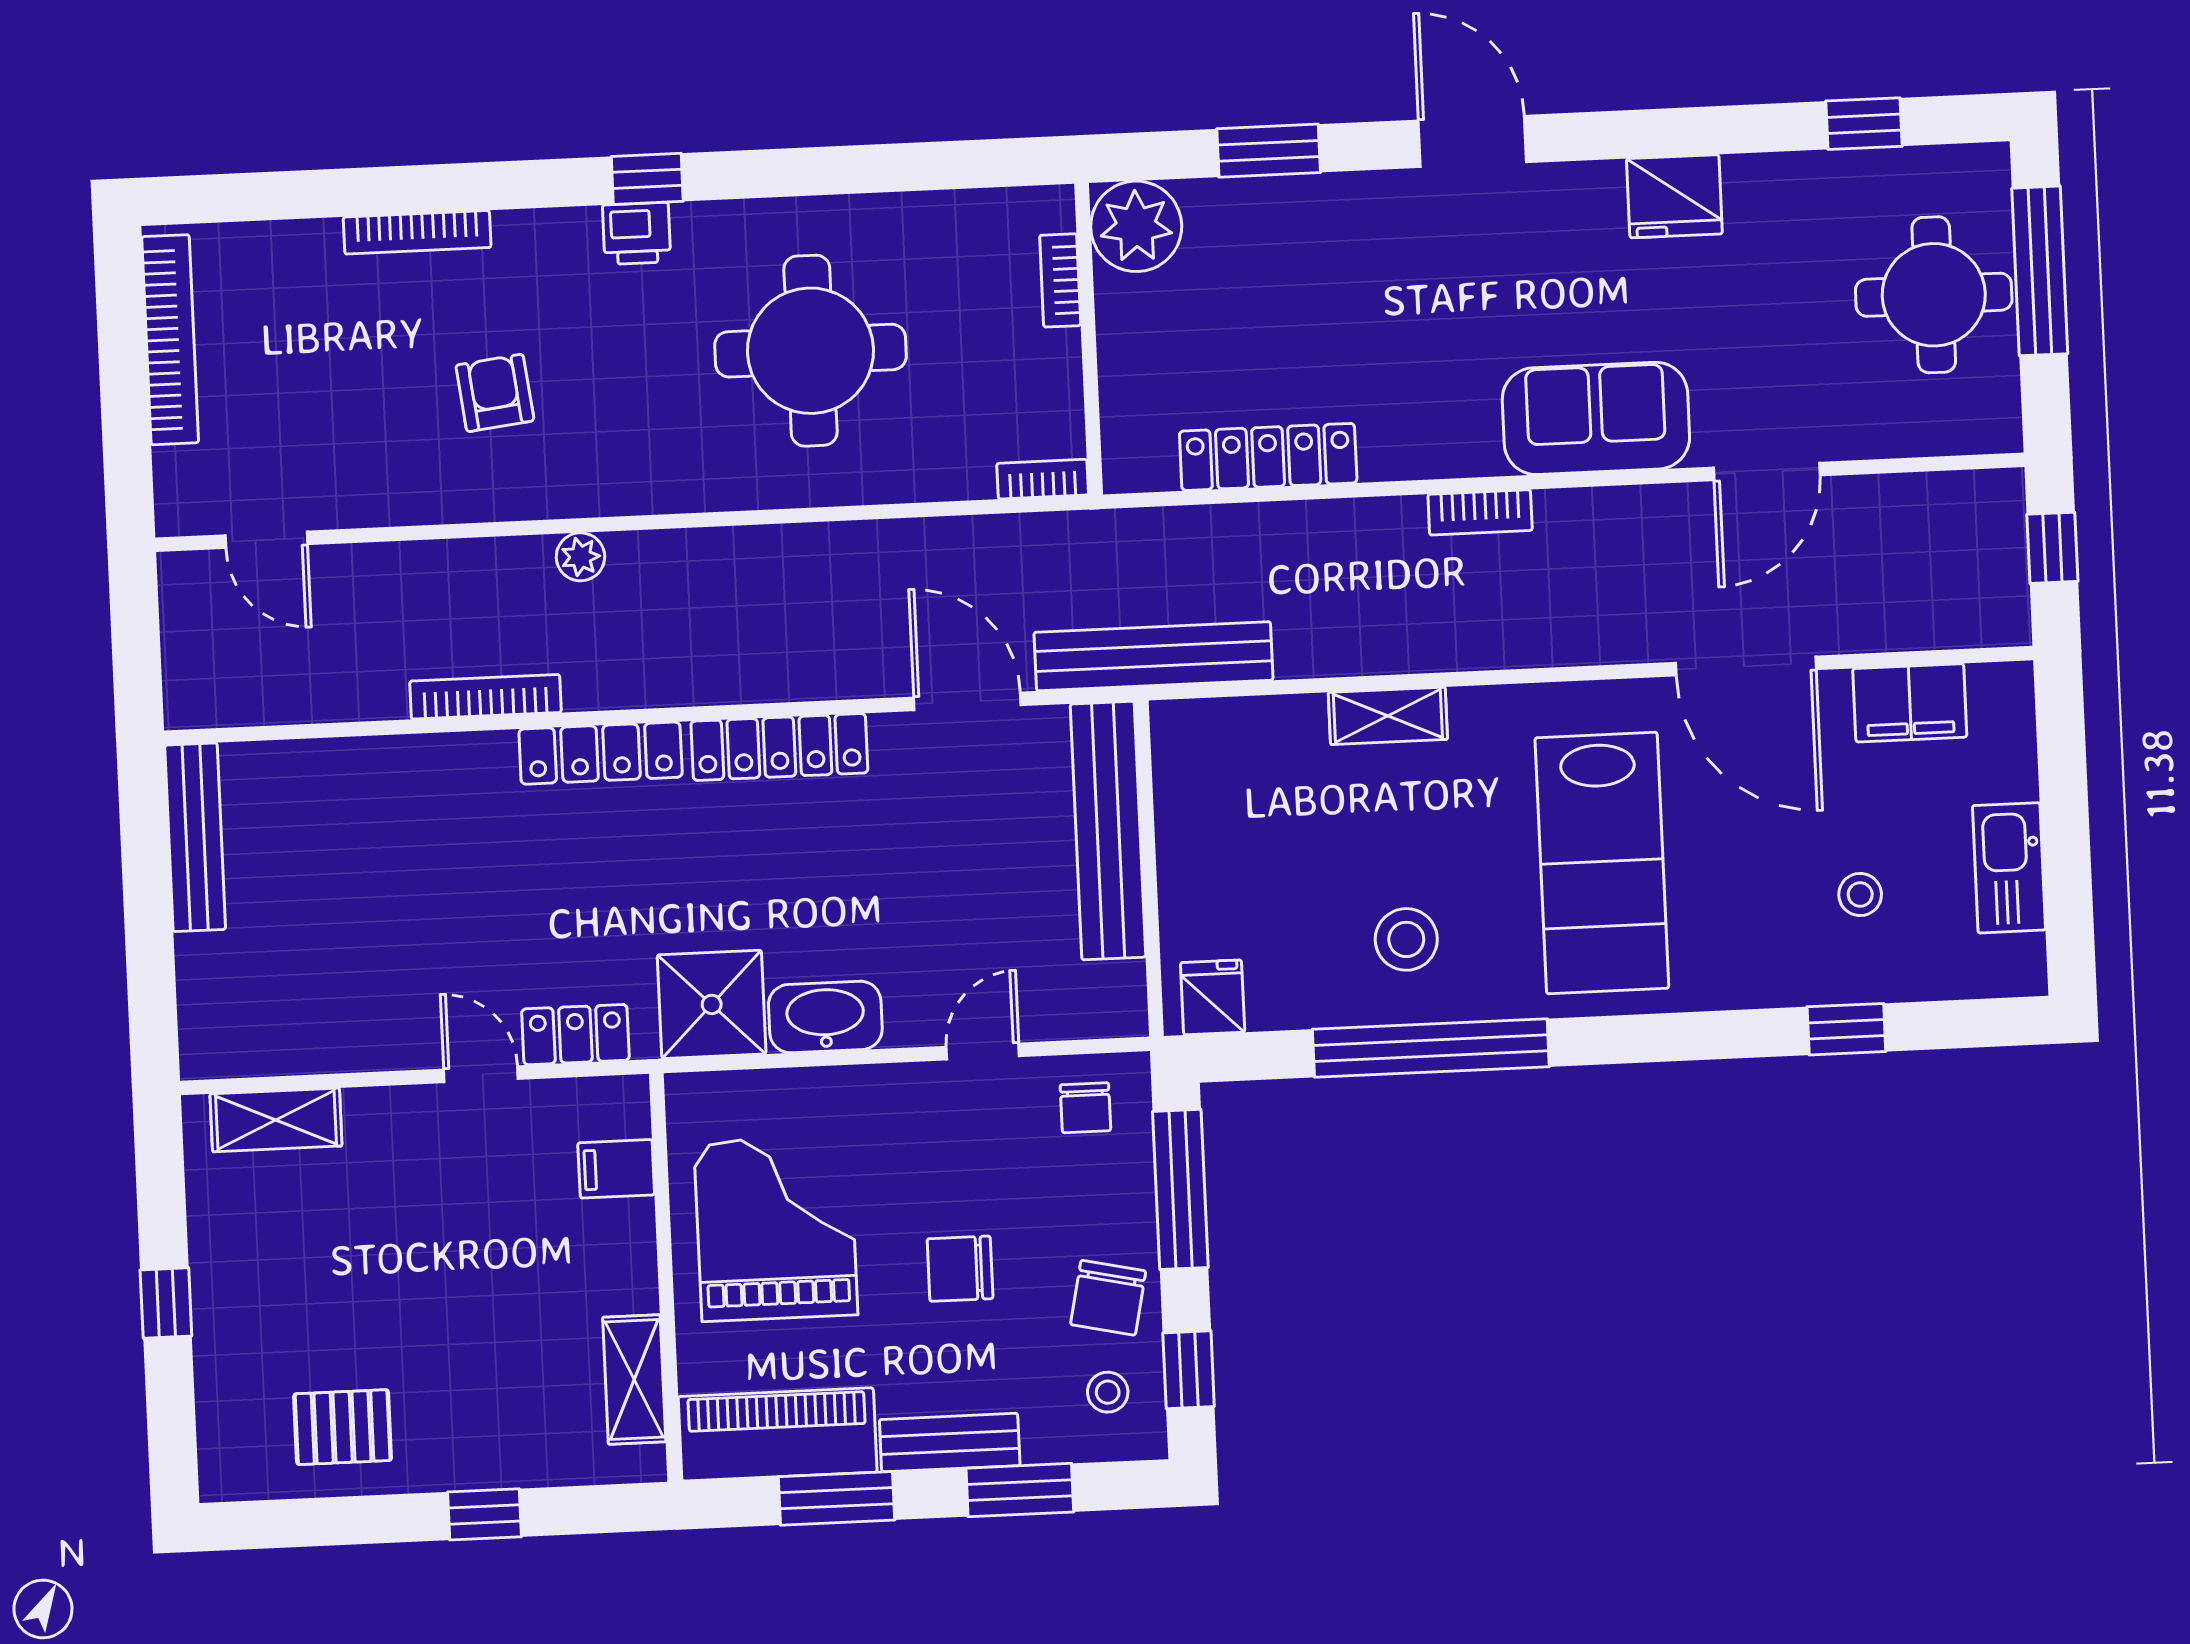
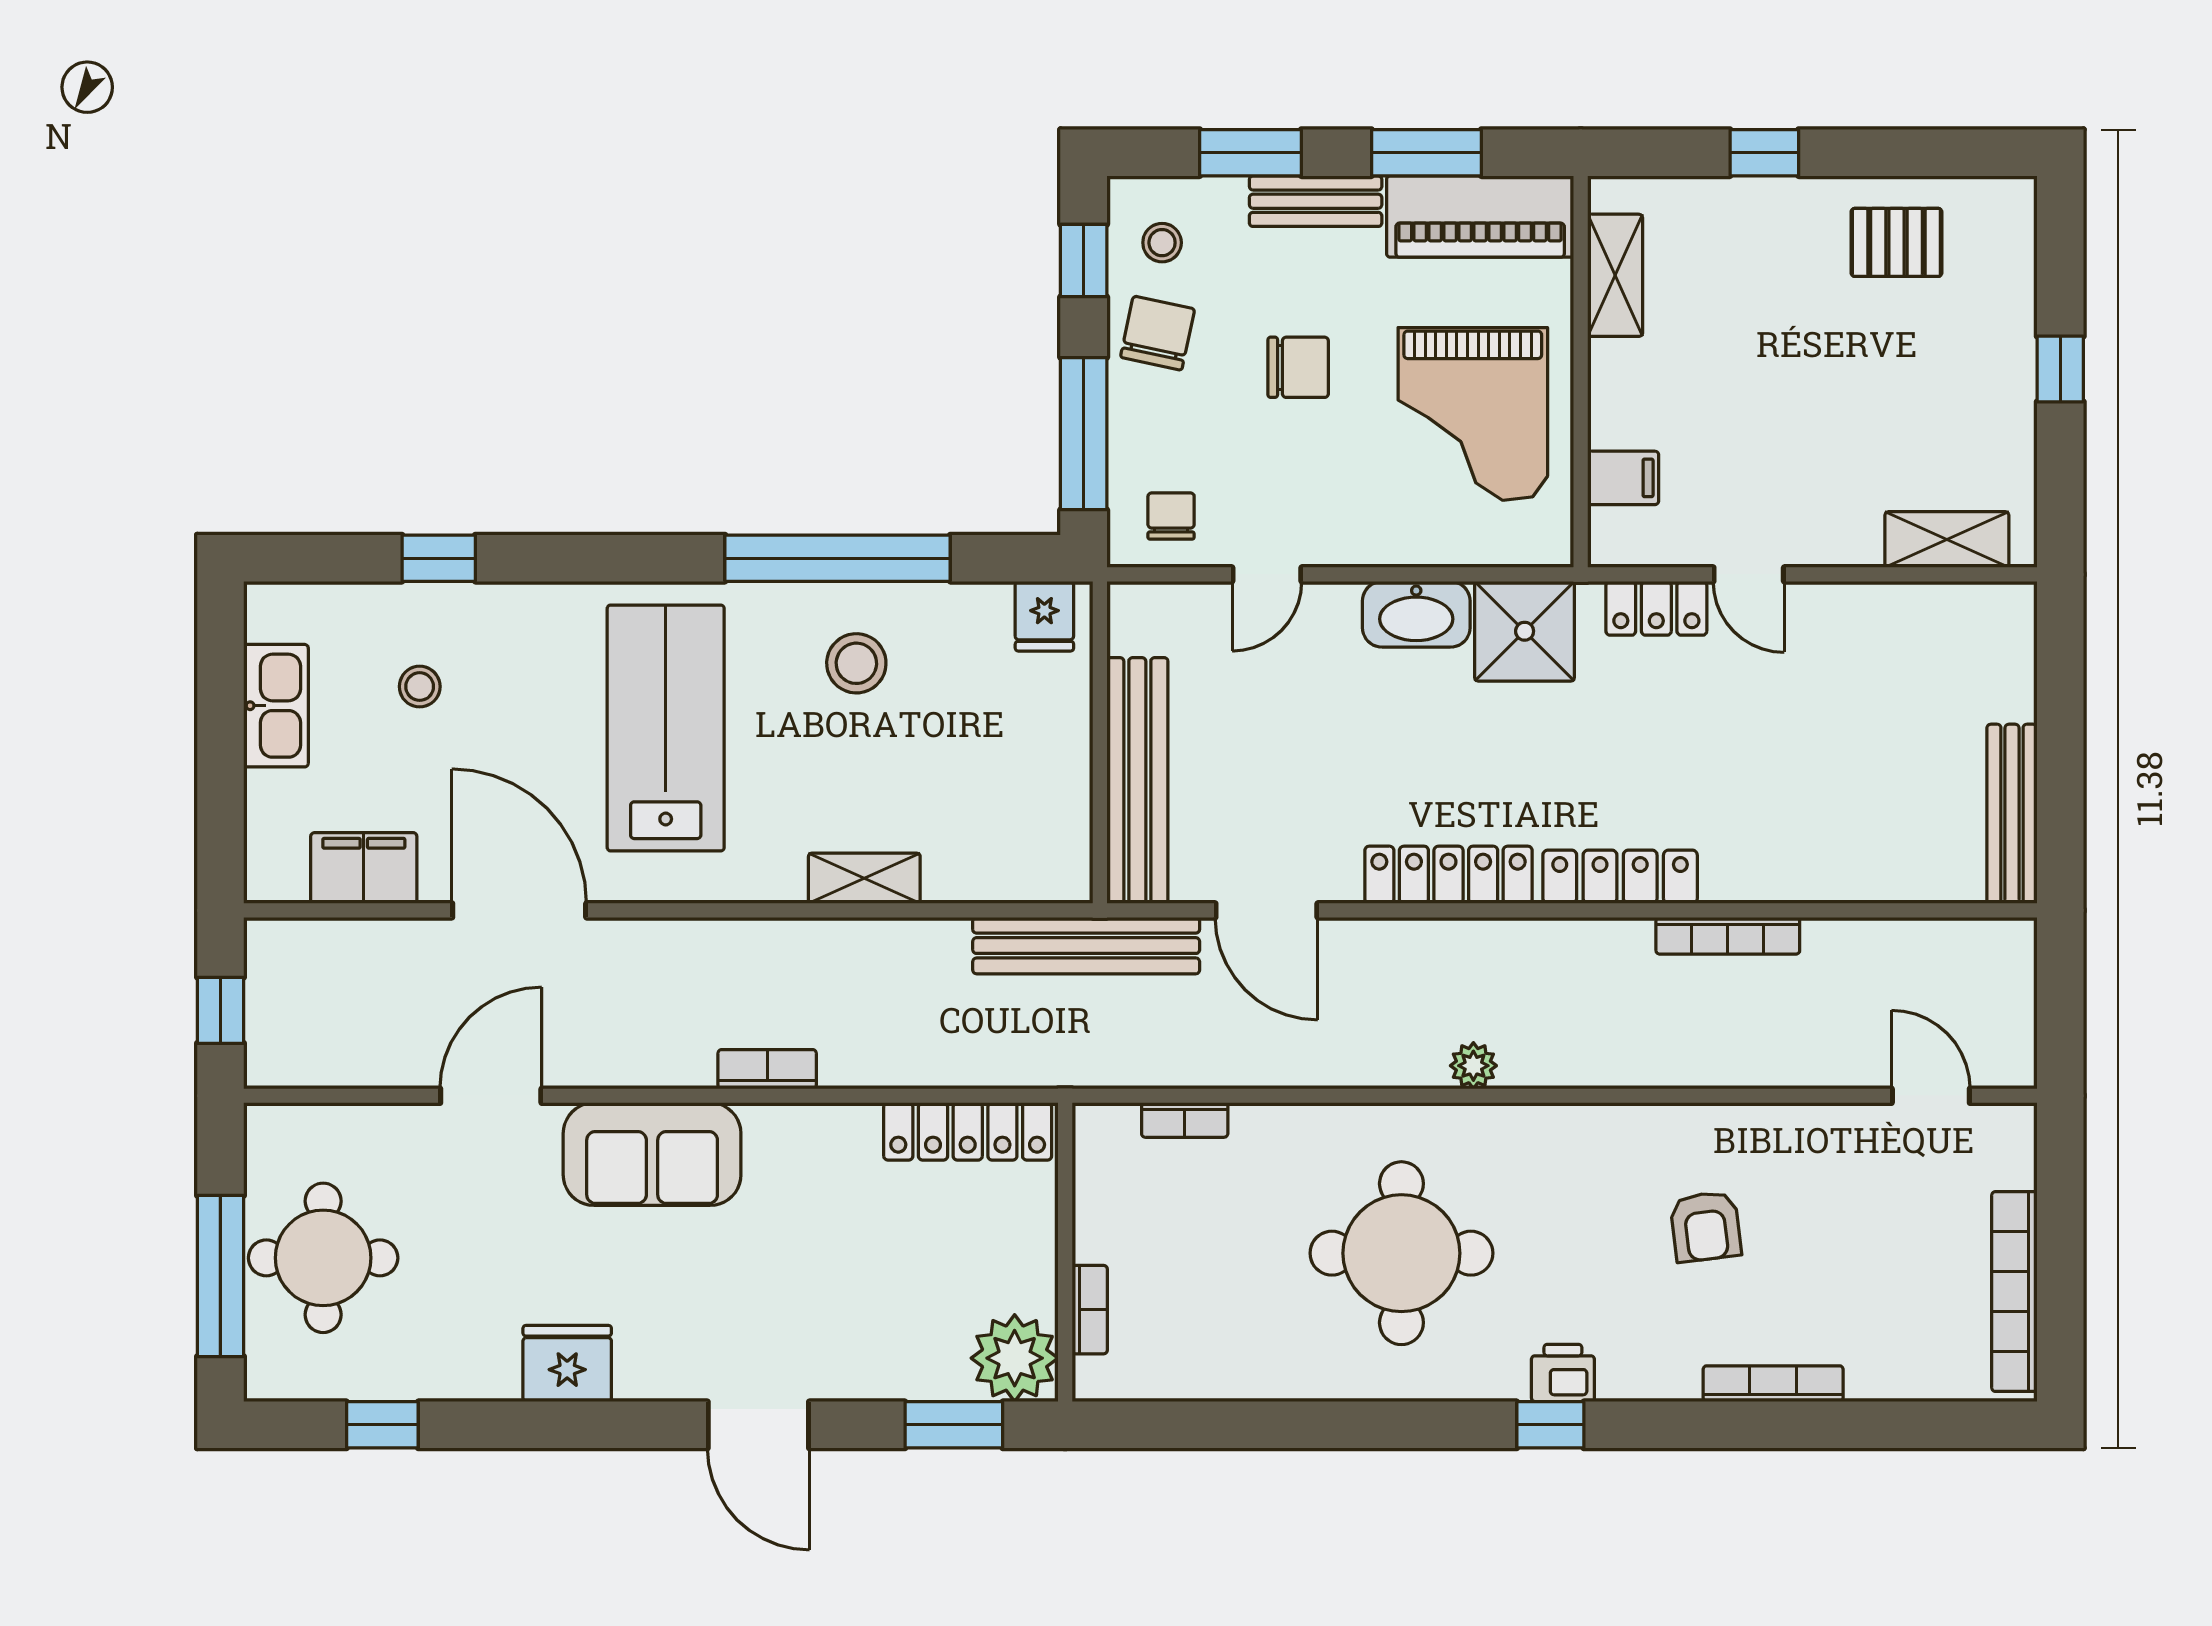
plant: (1136, 226) -> (1015, 1358), moved
bookcase: (1060, 280) -> (1090, 1310), moved
wall: (1089, 339) -> (1065, 1252), moved
plant: (580, 557) -> (1473, 1066), moved

